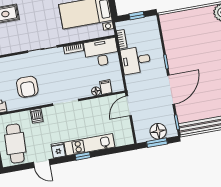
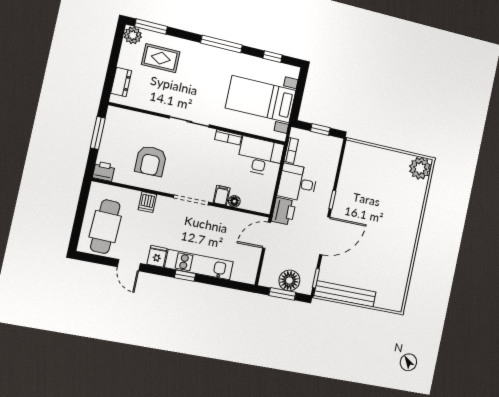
printer: (134, 84) -> (284, 211), added
filing cabinet: (106, 87) -> (222, 195), moved

